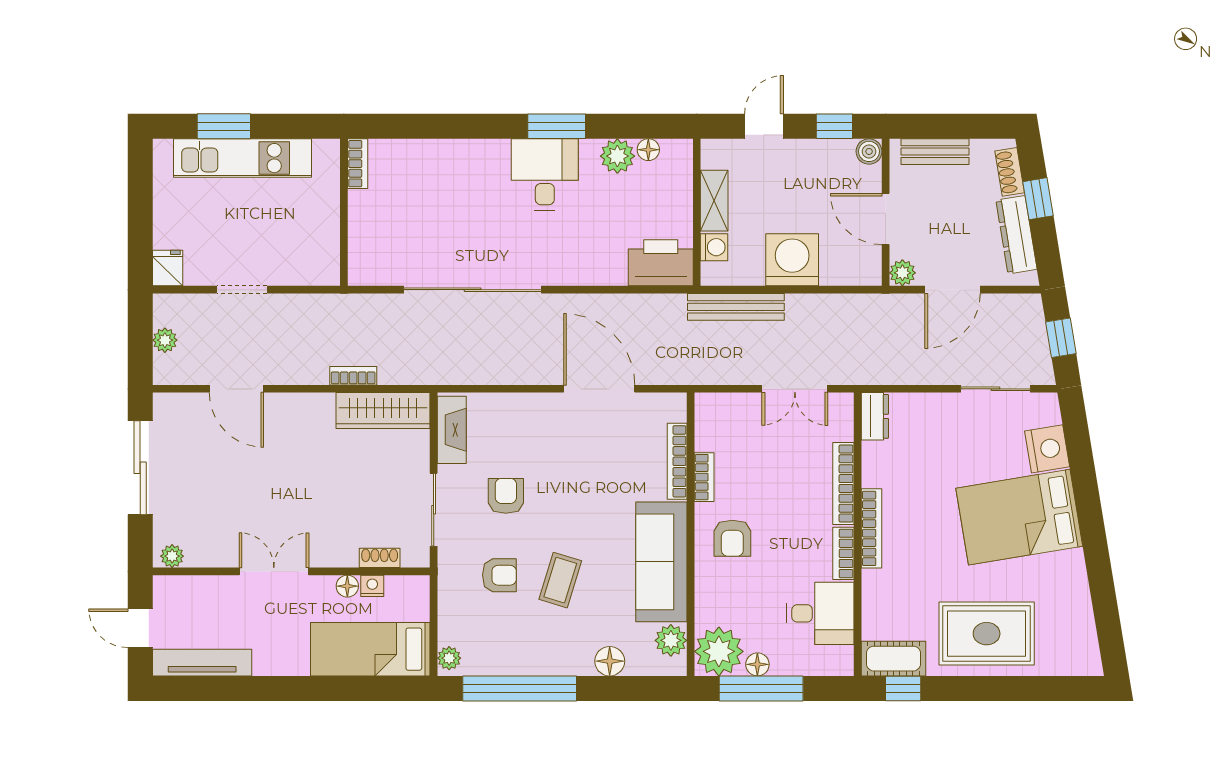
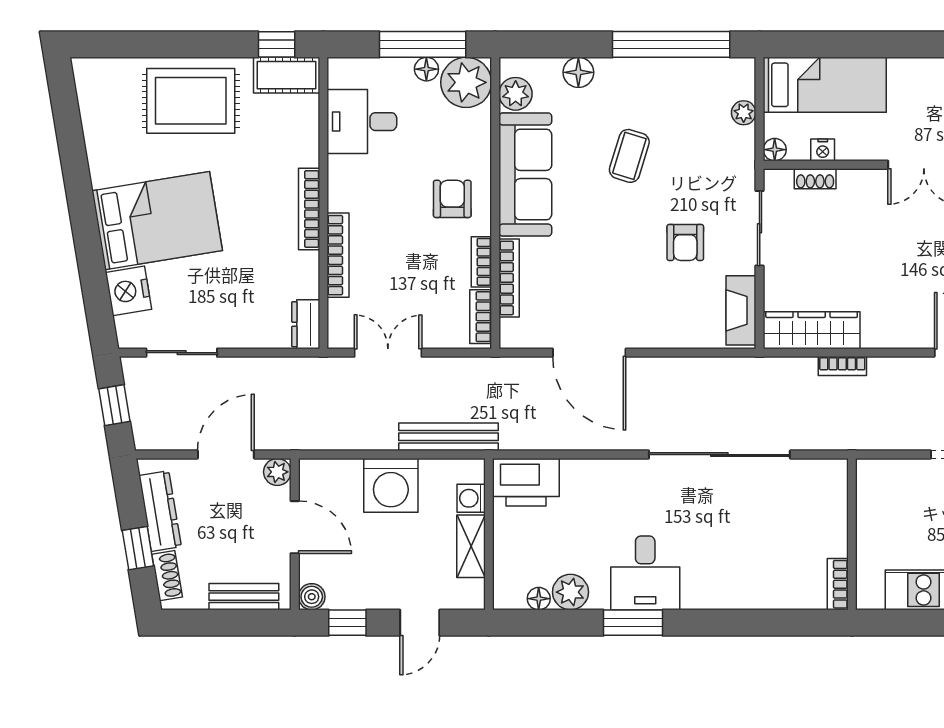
bookcase: (843, 553) -> (481, 317), moved, turned 180
armchair: (499, 575) -> (692, 161), removed
floor lamp: (347, 586) -> (775, 150), moved
plant: (449, 658) -> (744, 113), moved

